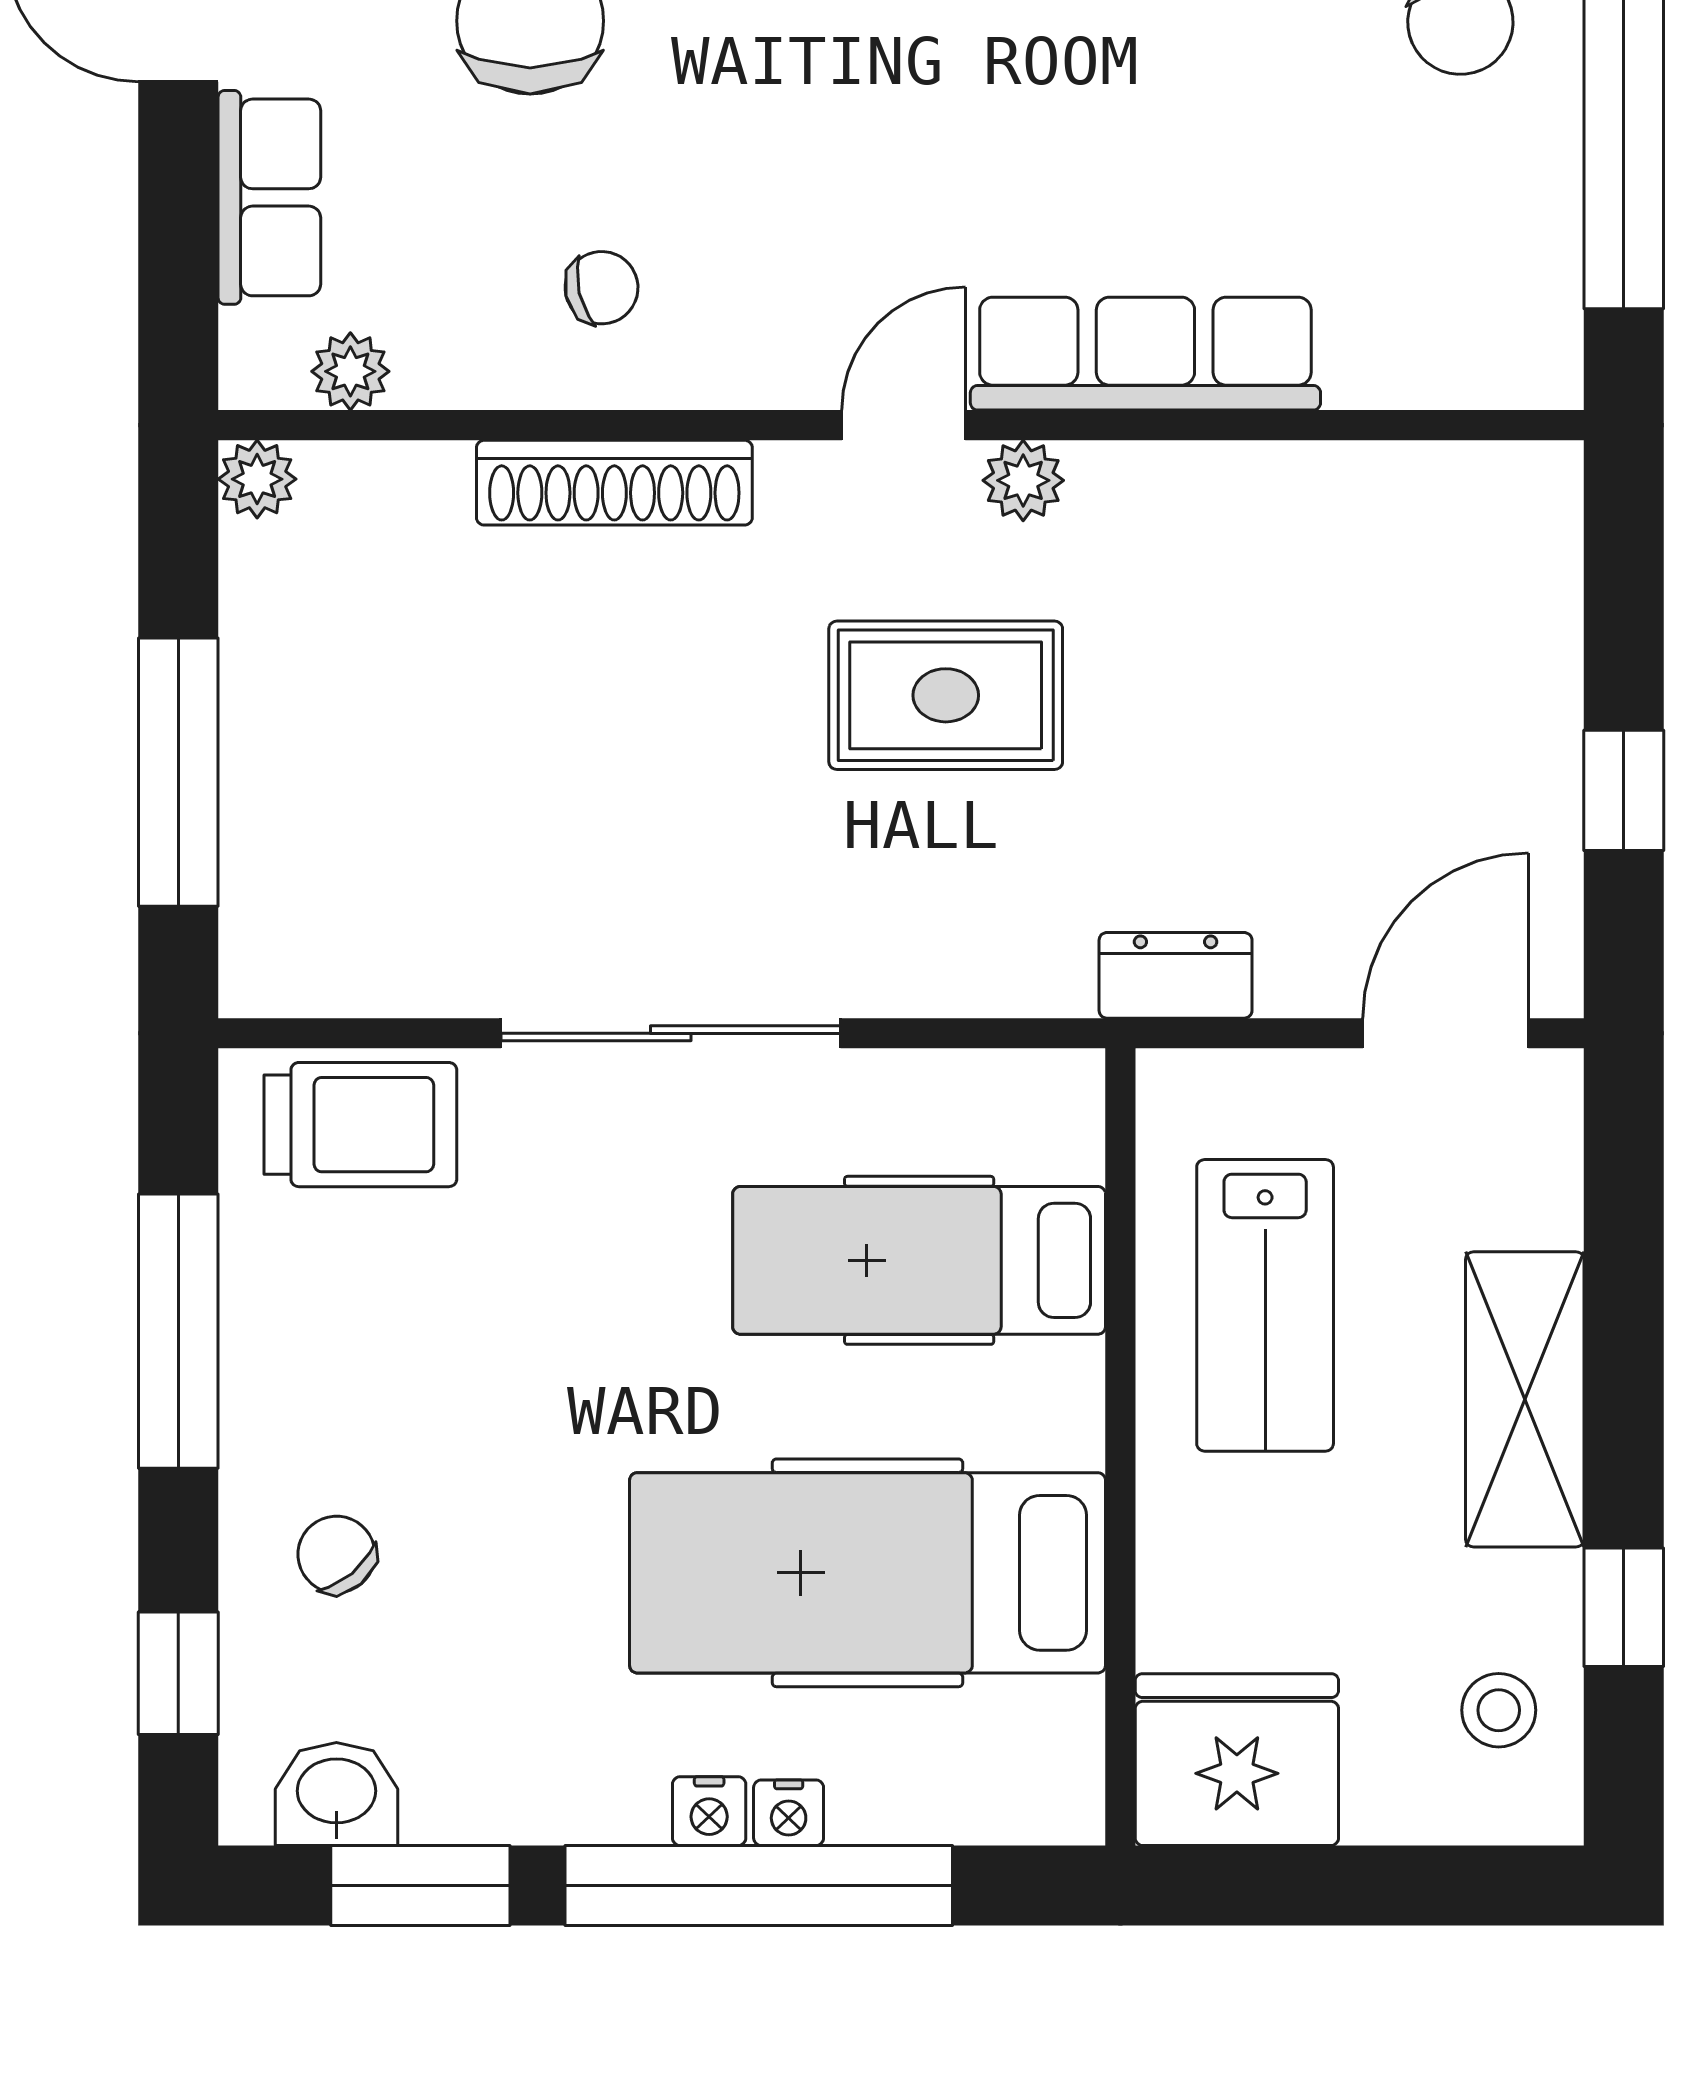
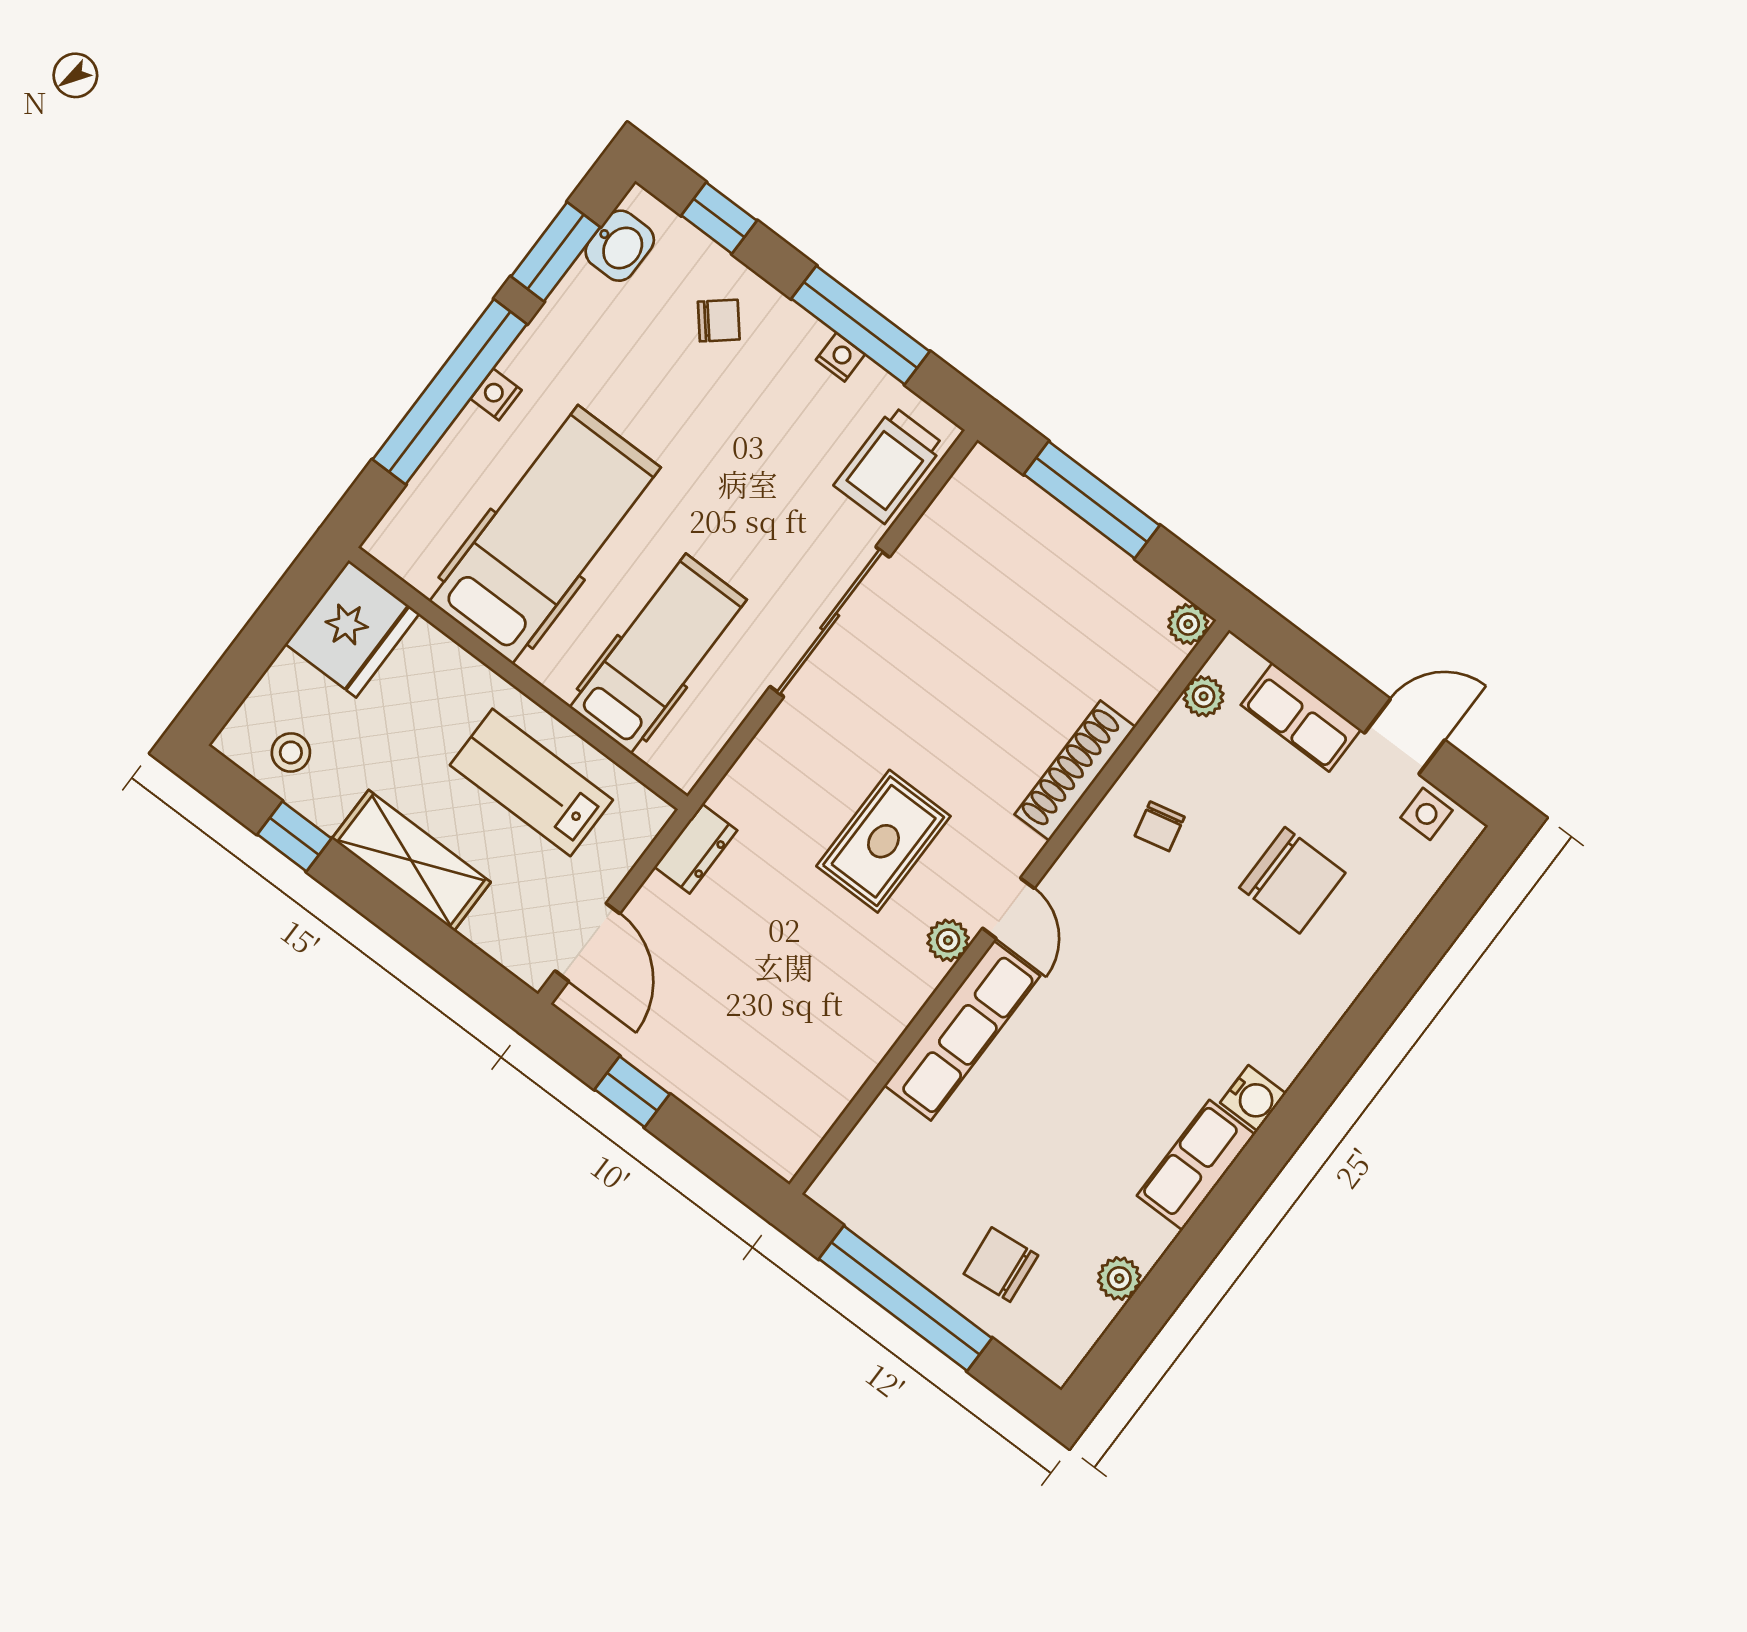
nightstand: (789, 1813) -> (840, 357), moved, turned 90

